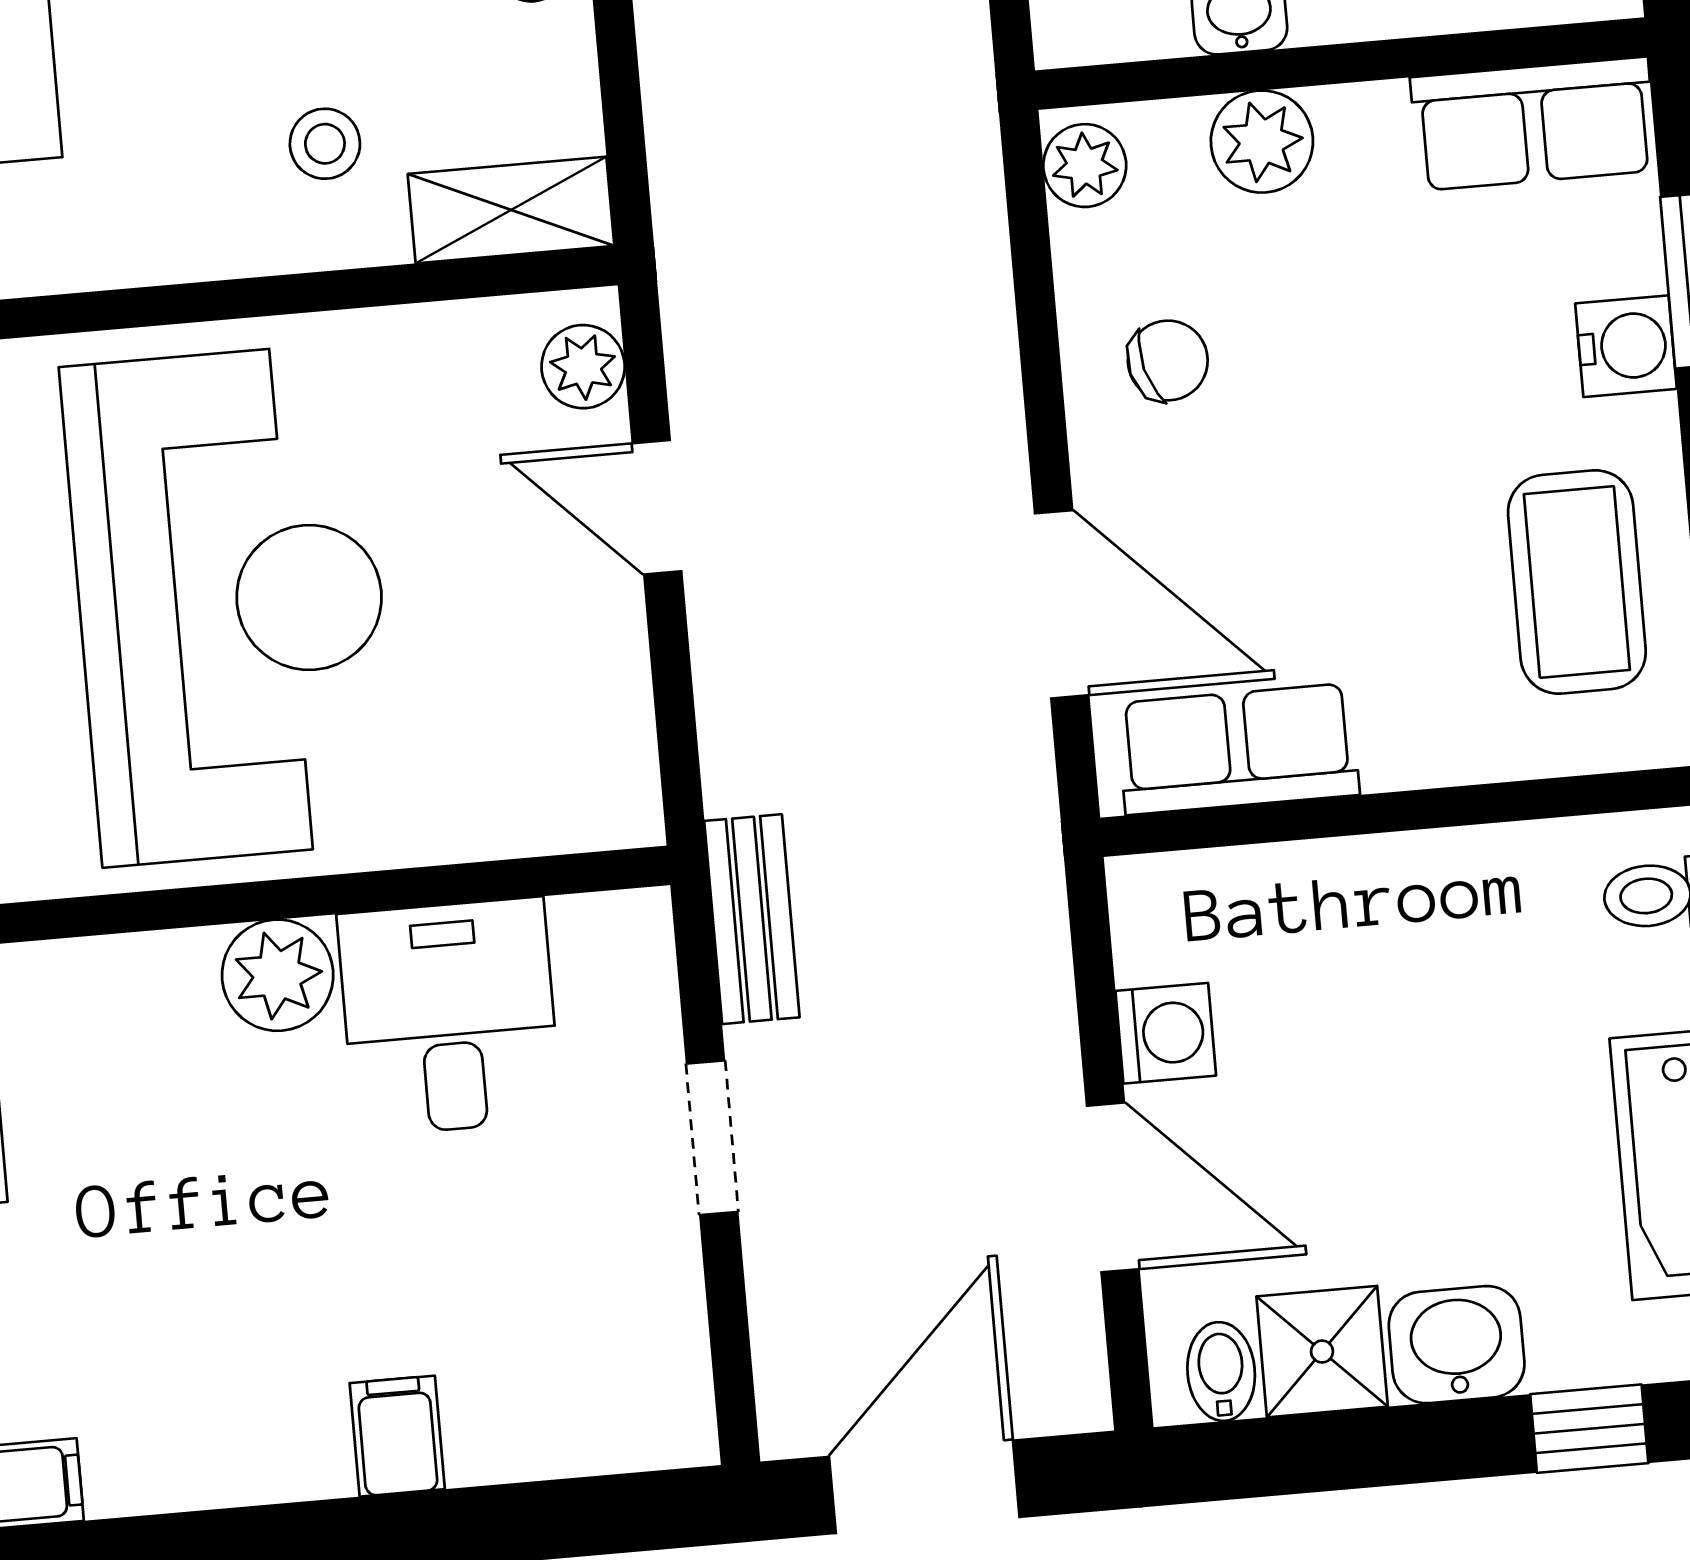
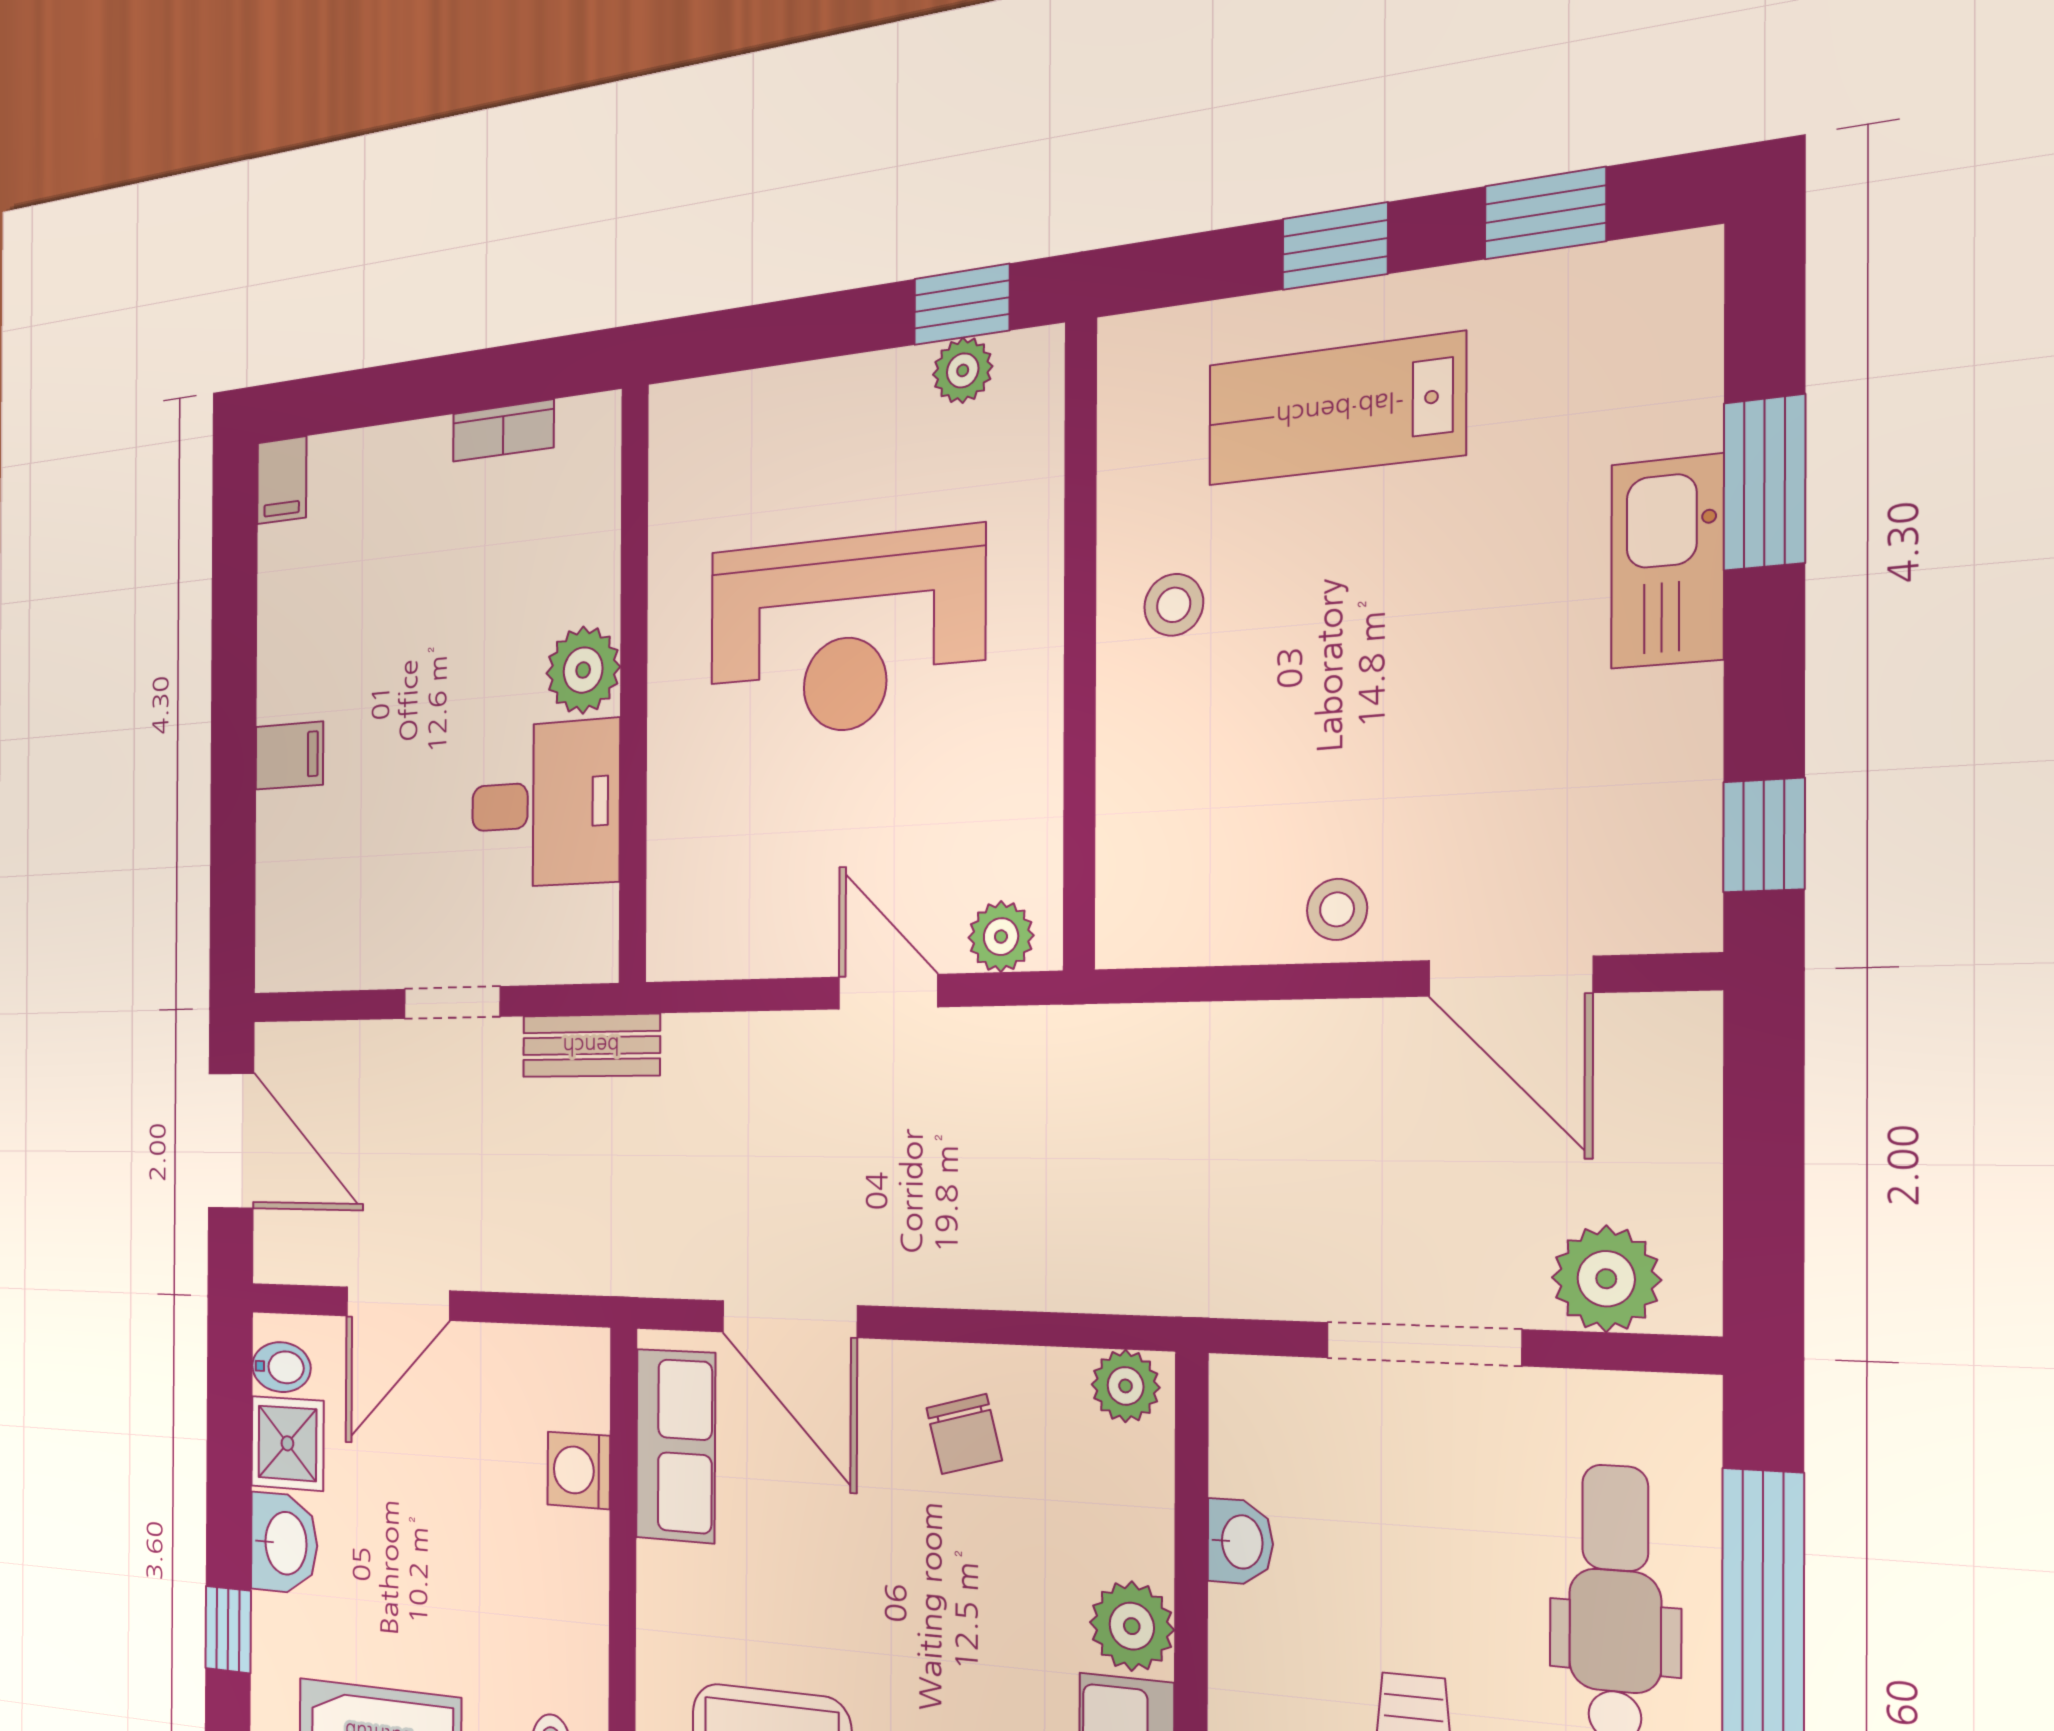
plant: (1262, 142) -> (1132, 1626), moved
stool: (325, 144) -> (1174, 605), moved
shelving: (511, 210) -> (1132, 881), removed
door: (657, 507) -> (888, 992), hinge flipped
reception desk: (231, 604) -> (845, 634), width x0.74, depth x0.77
door: (1062, 604) -> (789, 1319), hinge flipped
washing machine: (1166, 1033) -> (579, 1470), moved, turned 90

